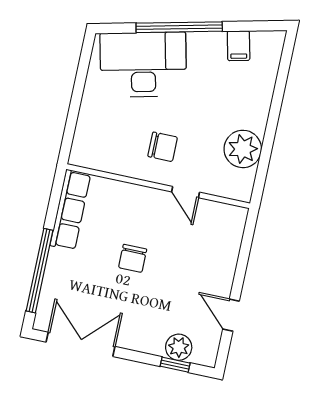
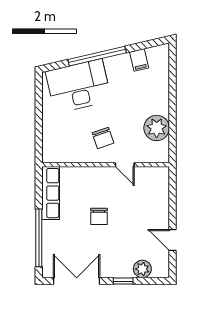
chair: (163, 147) -> (103, 138), turned 71
window: (175, 365) -> (123, 281), moved

